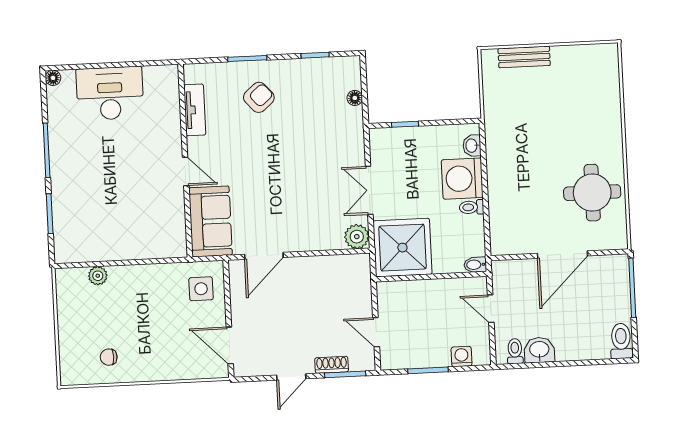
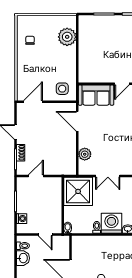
double door: (369, 190) -> (108, 176), swing flipped
plant: (357, 237) -> (85, 154), moved
plant: (98, 276) -> (67, 37), width x1.87, depth x1.87
door: (491, 309) -> (45, 235), swing flipped

